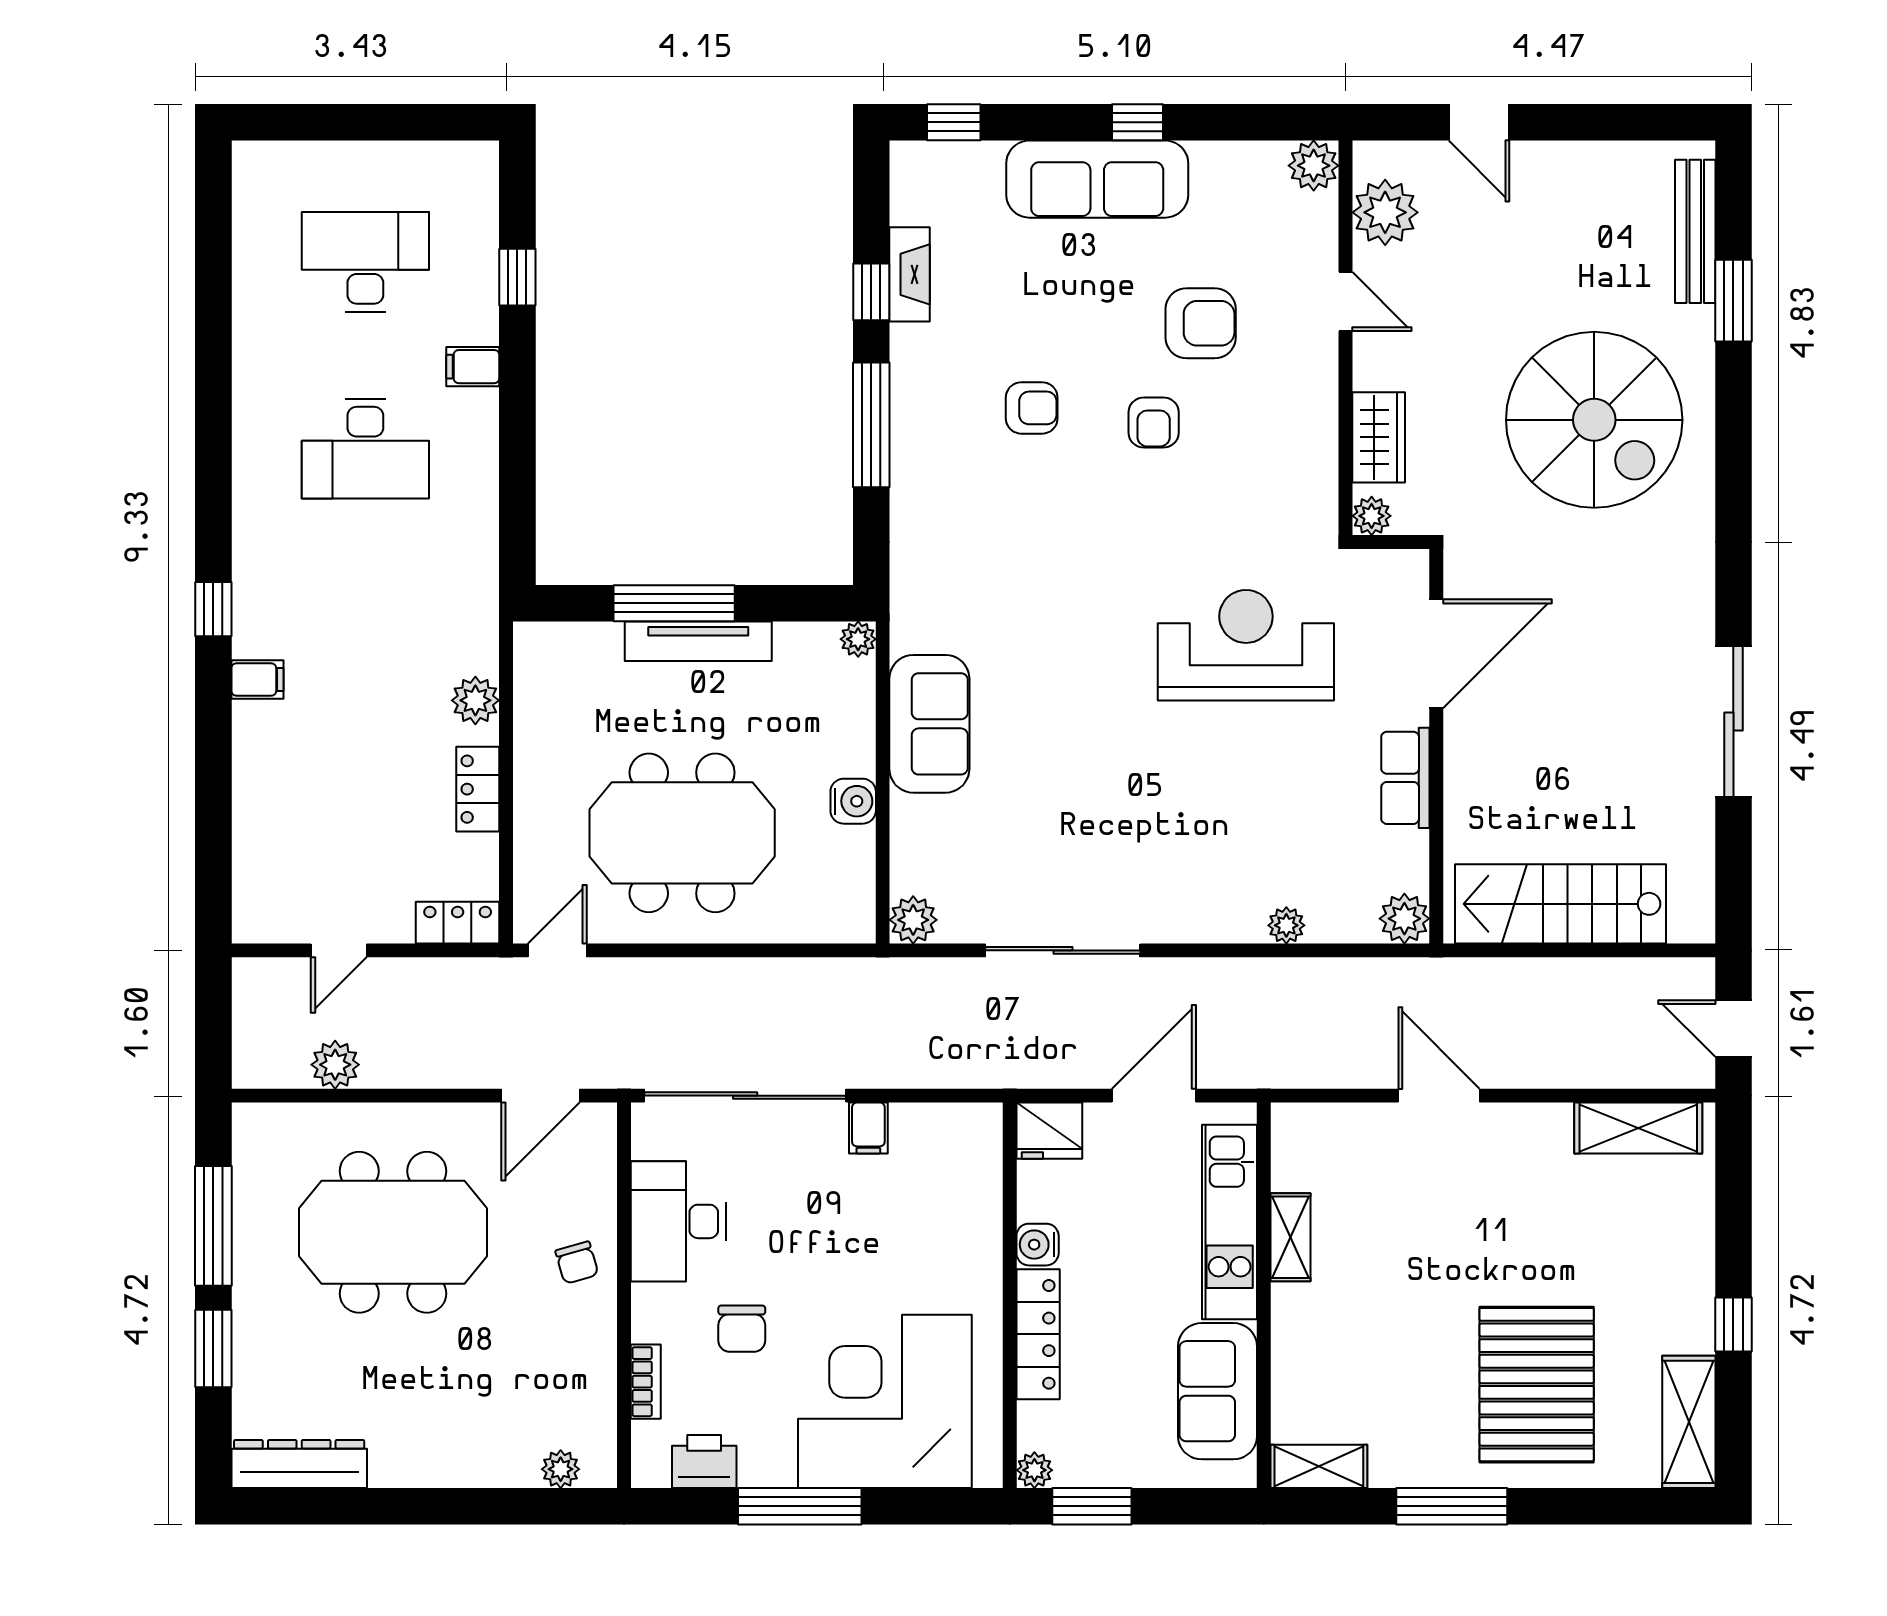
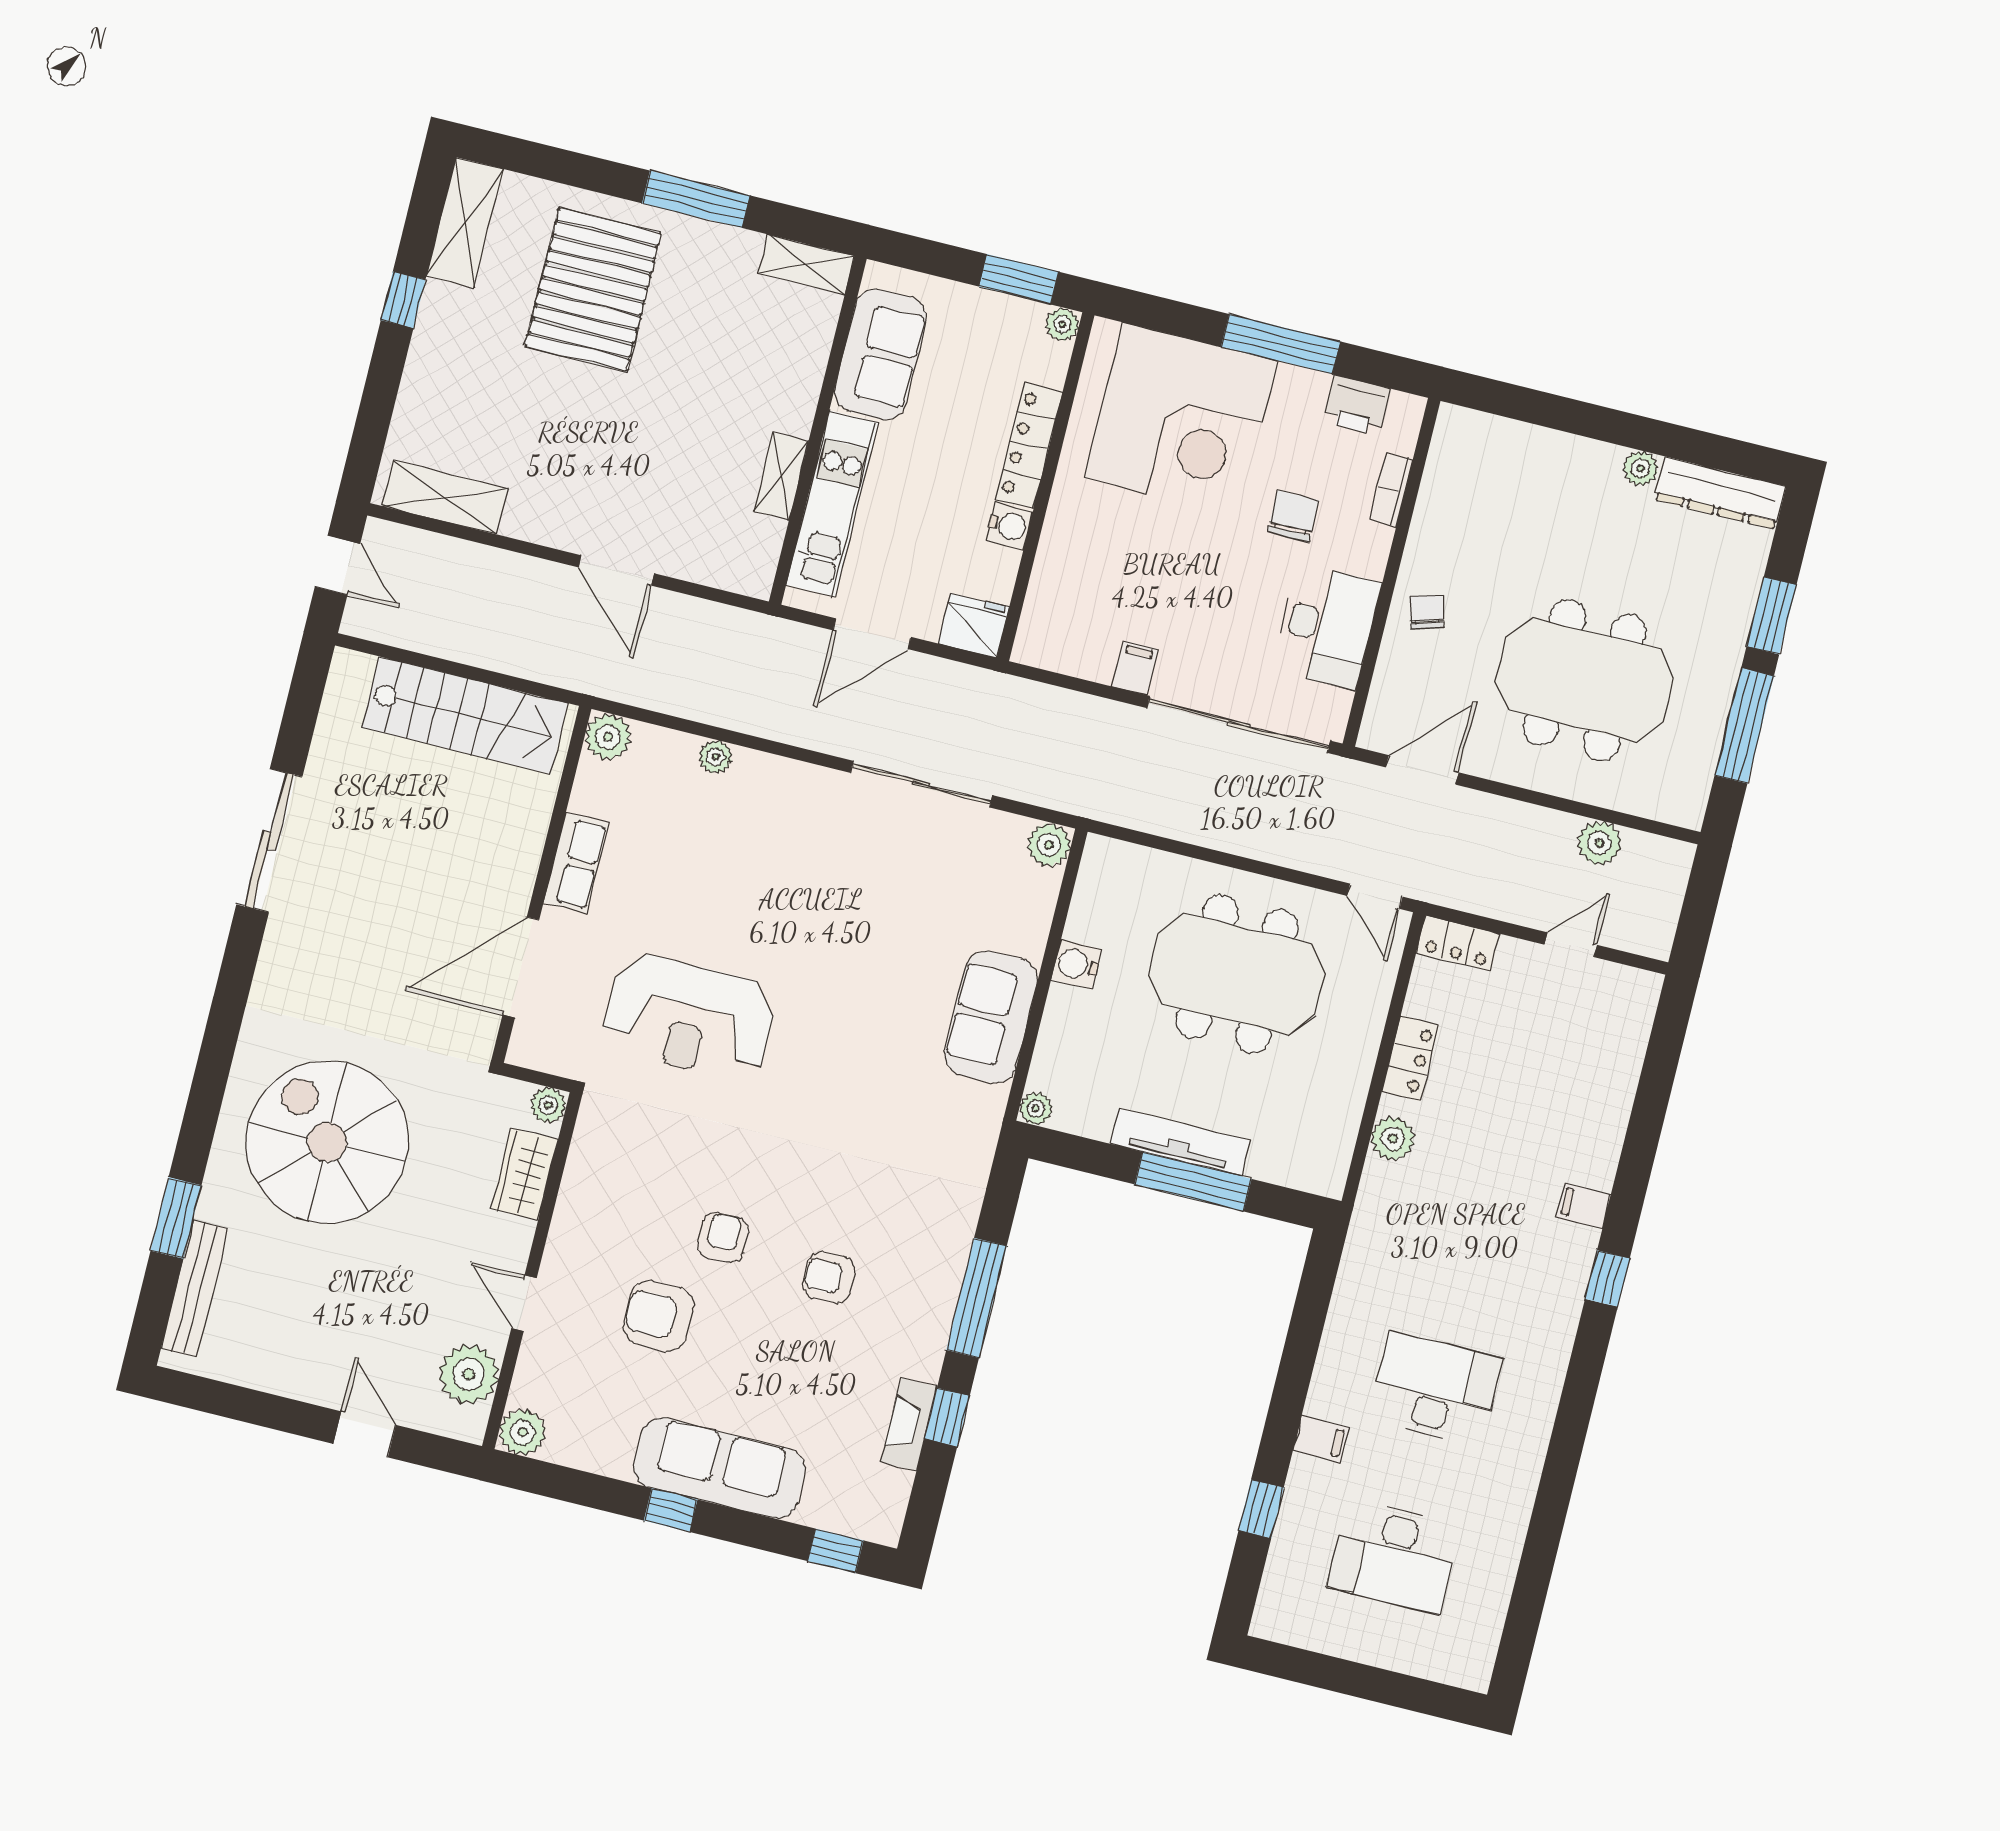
door: (557, 950) -> (1375, 896), hinge flipped
plant: (561, 1469) -> (1641, 468), moved

